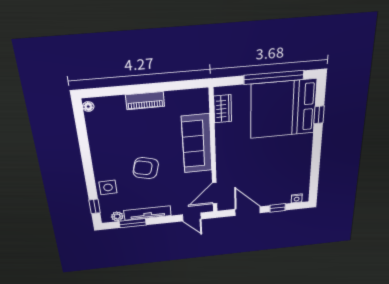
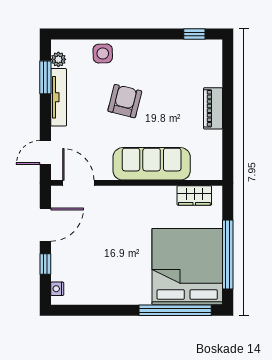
floor lamp: (88, 107) -> (212, 45), removed
window: (319, 115) -> (175, 310), width x3.17
window: (95, 206) -> (194, 34), moved

